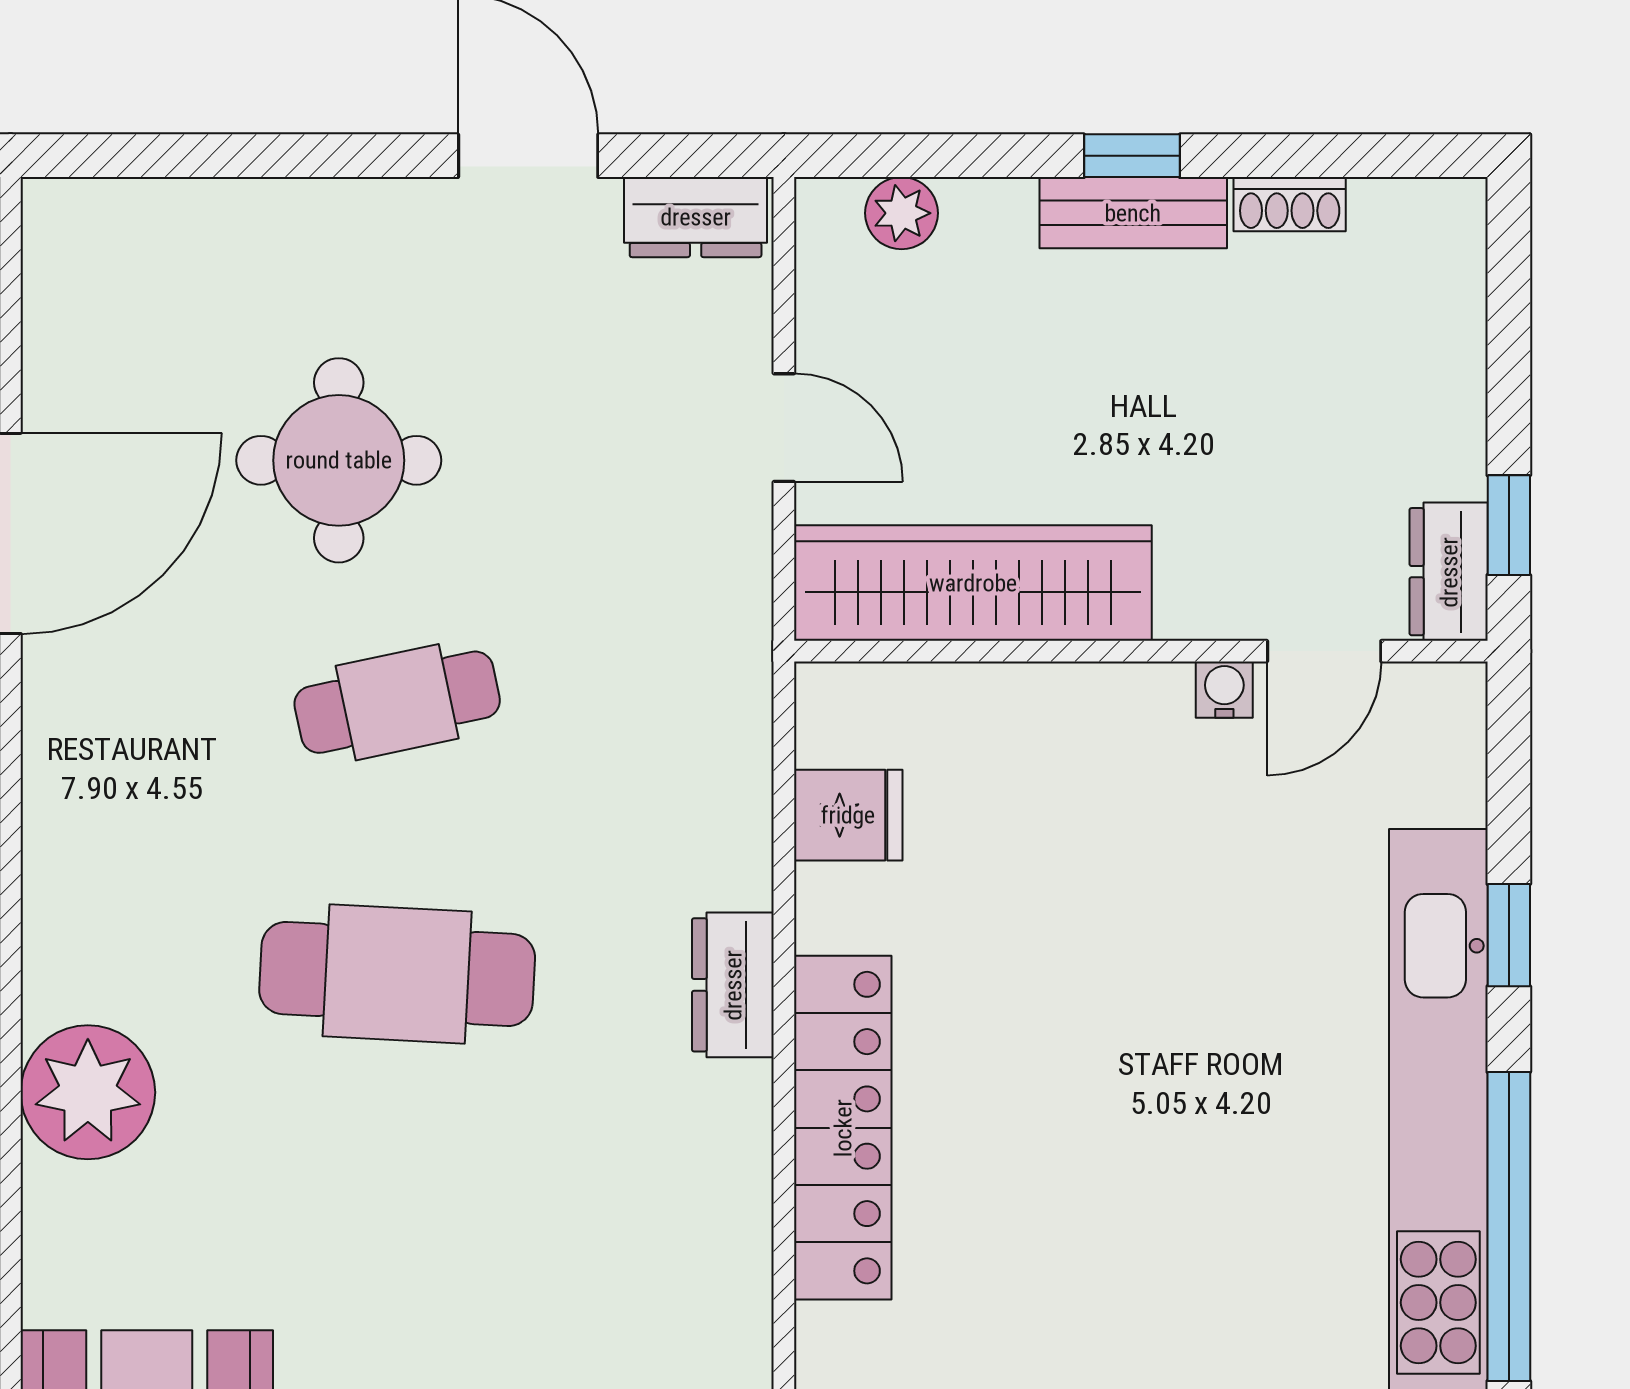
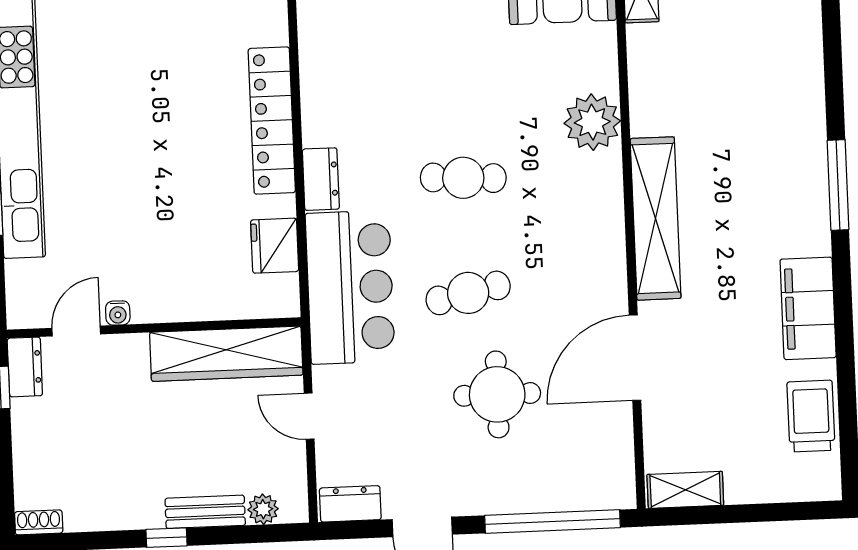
window: (221, 156) -> (552, 521), added
shoe rack: (1290, 204) -> (39, 522), moved
bench: (1133, 213) -> (205, 512), moved
bar counter: (675, 727) -> (350, 287), added
fridge: (848, 815) -> (275, 246), width x1.38
cafe table: (397, 974) -> (463, 178), width x0.73, depth x0.74

